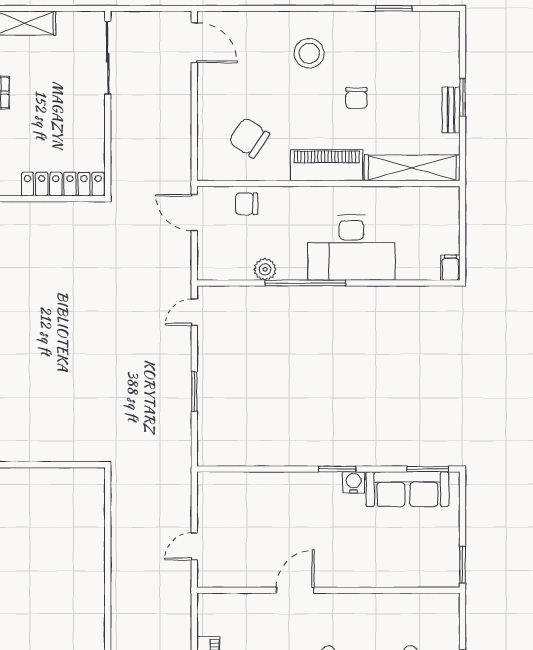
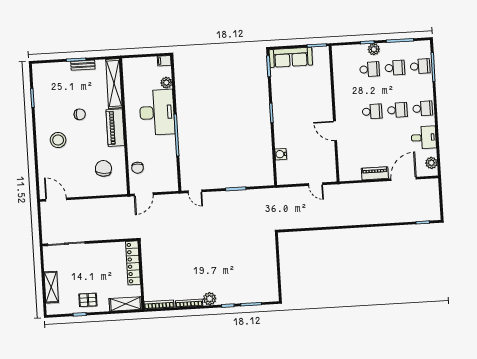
door: (194, 43) -> (56, 200), hinge flipped
chair: (249, 138) -> (103, 168), turned 153
plant: (265, 269) -> (166, 83), moved
water cooler: (354, 482) -> (281, 154), moved
sofa: (407, 489) -> (291, 57), moved, turned 90

